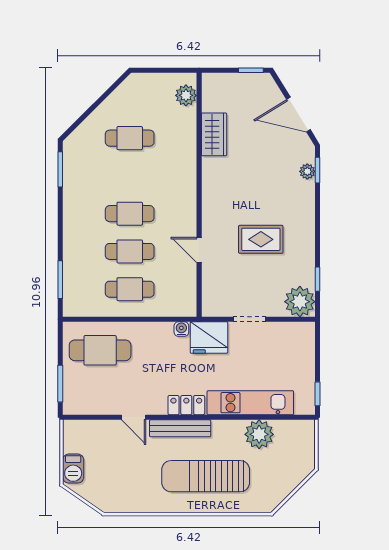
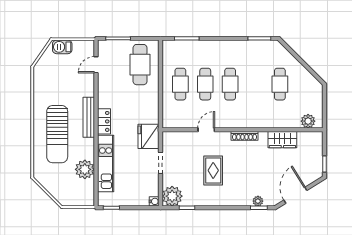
shoe rack: (208, 192) -> (244, 136), added
water cooler: (181, 329) -> (154, 201), moved
door: (134, 417) -> (96, 65), moved
sun lounger: (206, 476) -> (57, 134), turned 180

